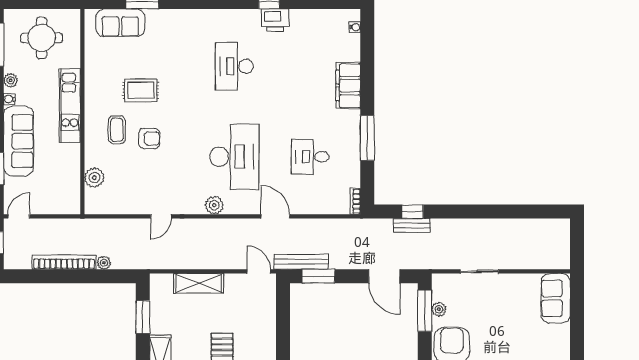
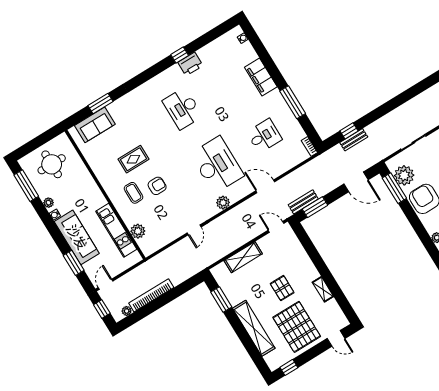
kitchen unit: (70, 106) -> (116, 230), moved
desk: (310, 157) -> (264, 136), turned 180
bench: (301, 262) -> (303, 202), width x0.73
plant: (104, 263) -> (127, 311), moved
plant: (439, 309) -> (404, 175), width x1.88, depth x1.88

